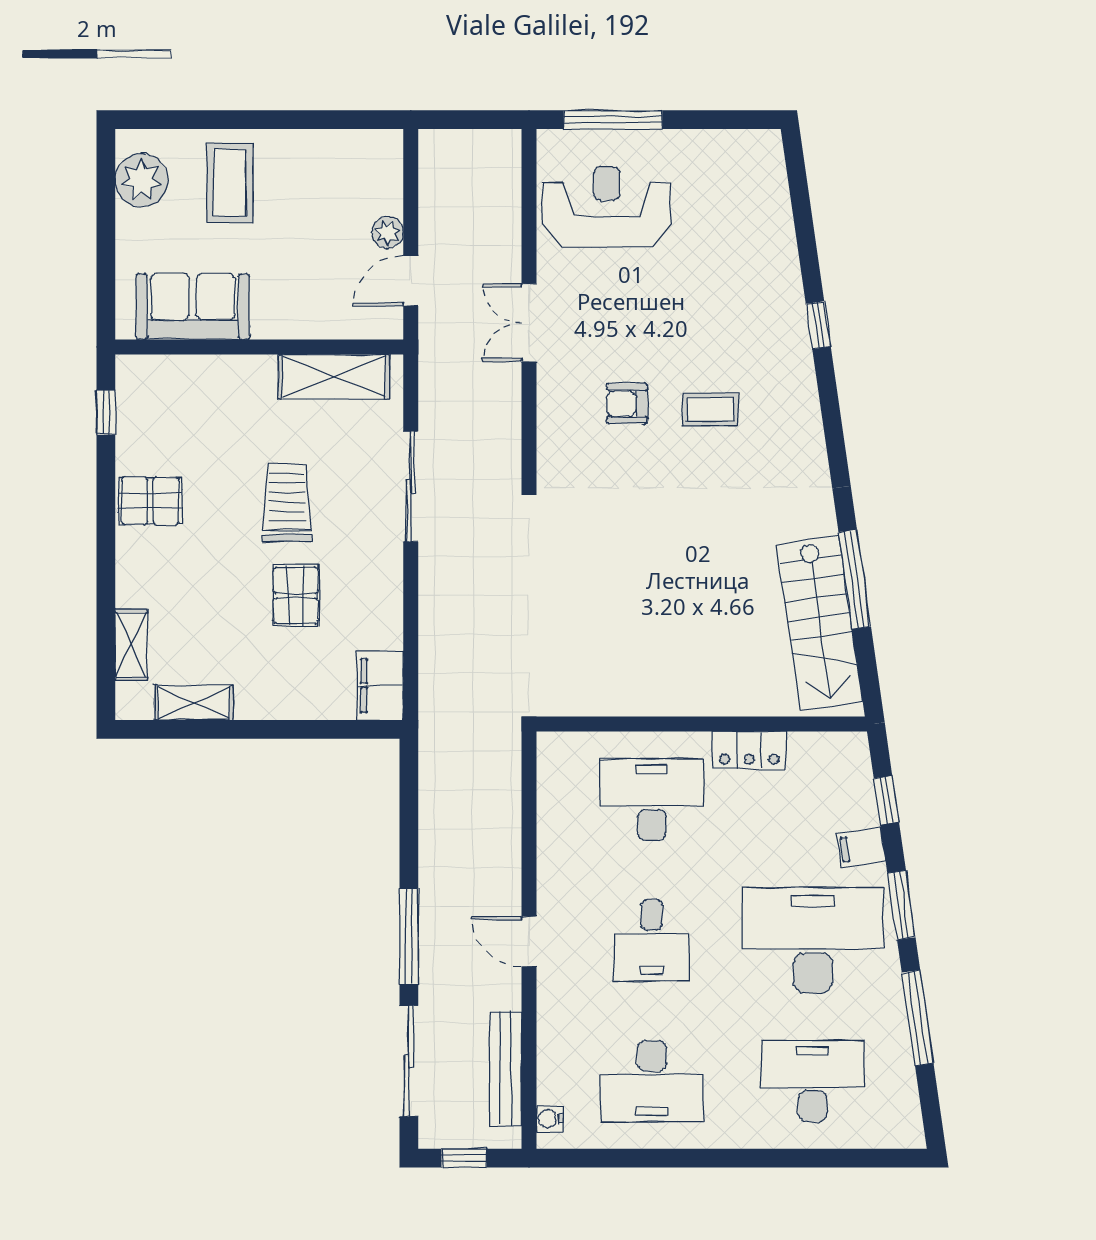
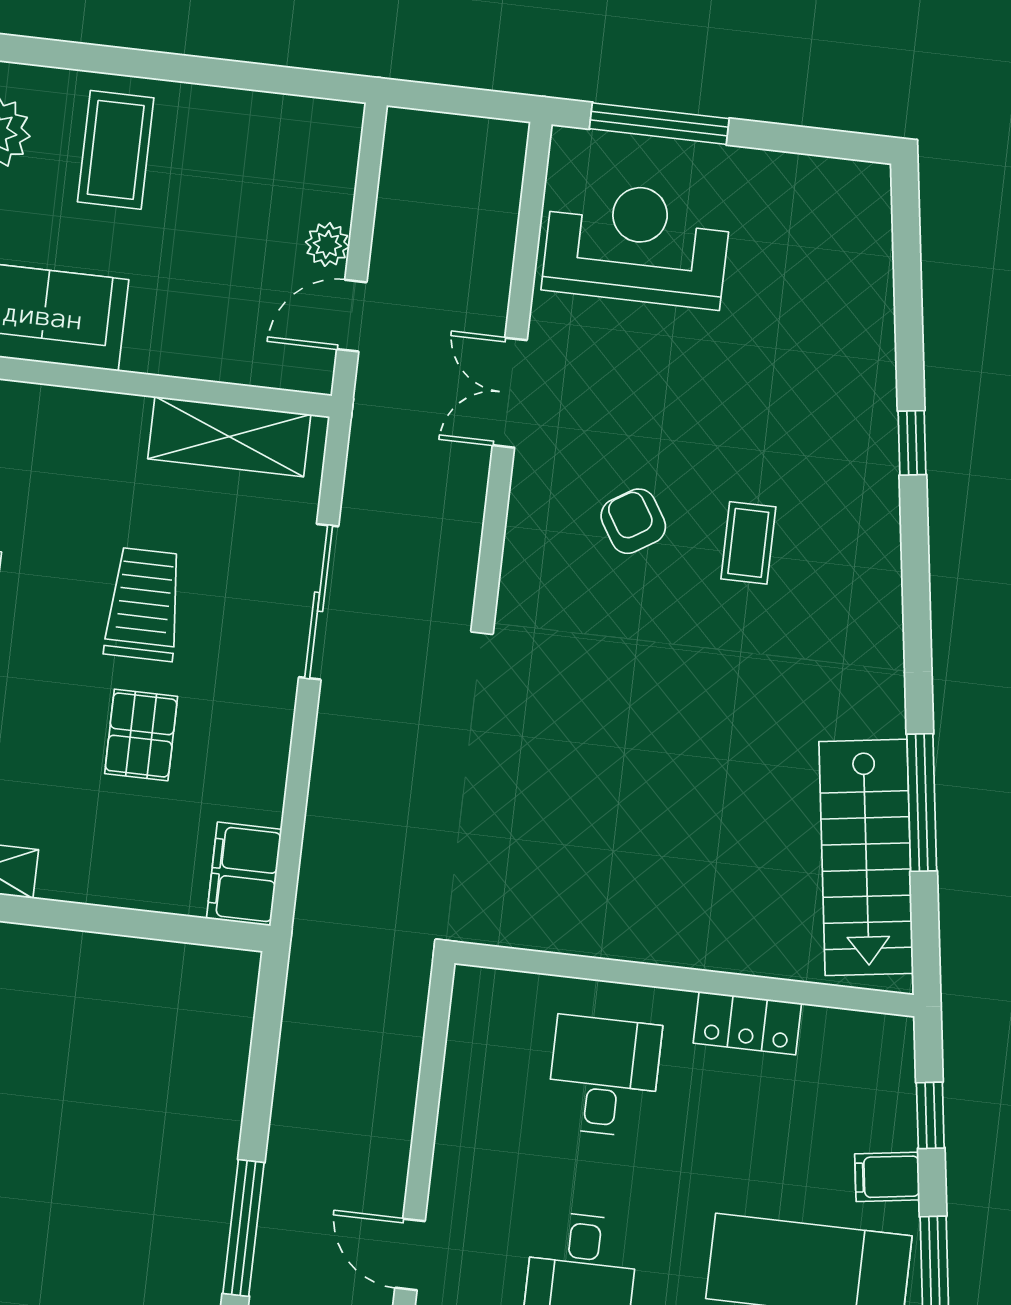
armchair: (627, 404) -> (633, 521), turned 58
coffee table: (710, 410) -> (748, 543), turned 90
desk: (652, 799) -> (604, 1076), width x0.73

